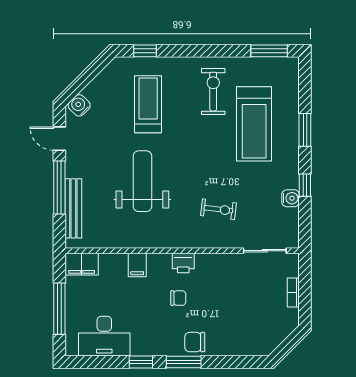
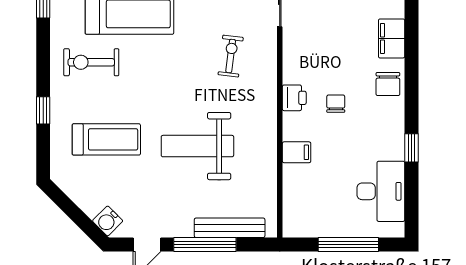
window: (145, 51) -> (43, 110), moved
treadmill: (148, 104) -> (106, 139), turned 180
filing cabinet: (82, 264) -> (392, 38), moved, turned 180
window: (184, 362) -> (411, 97), removed

